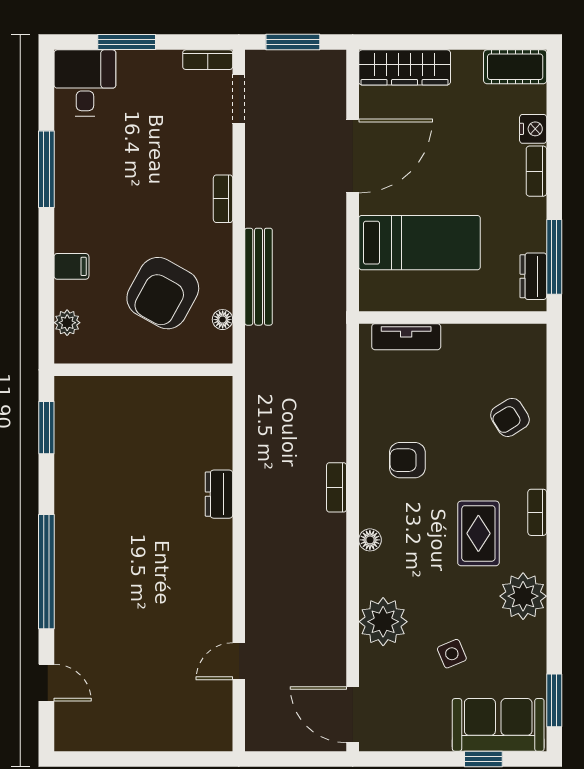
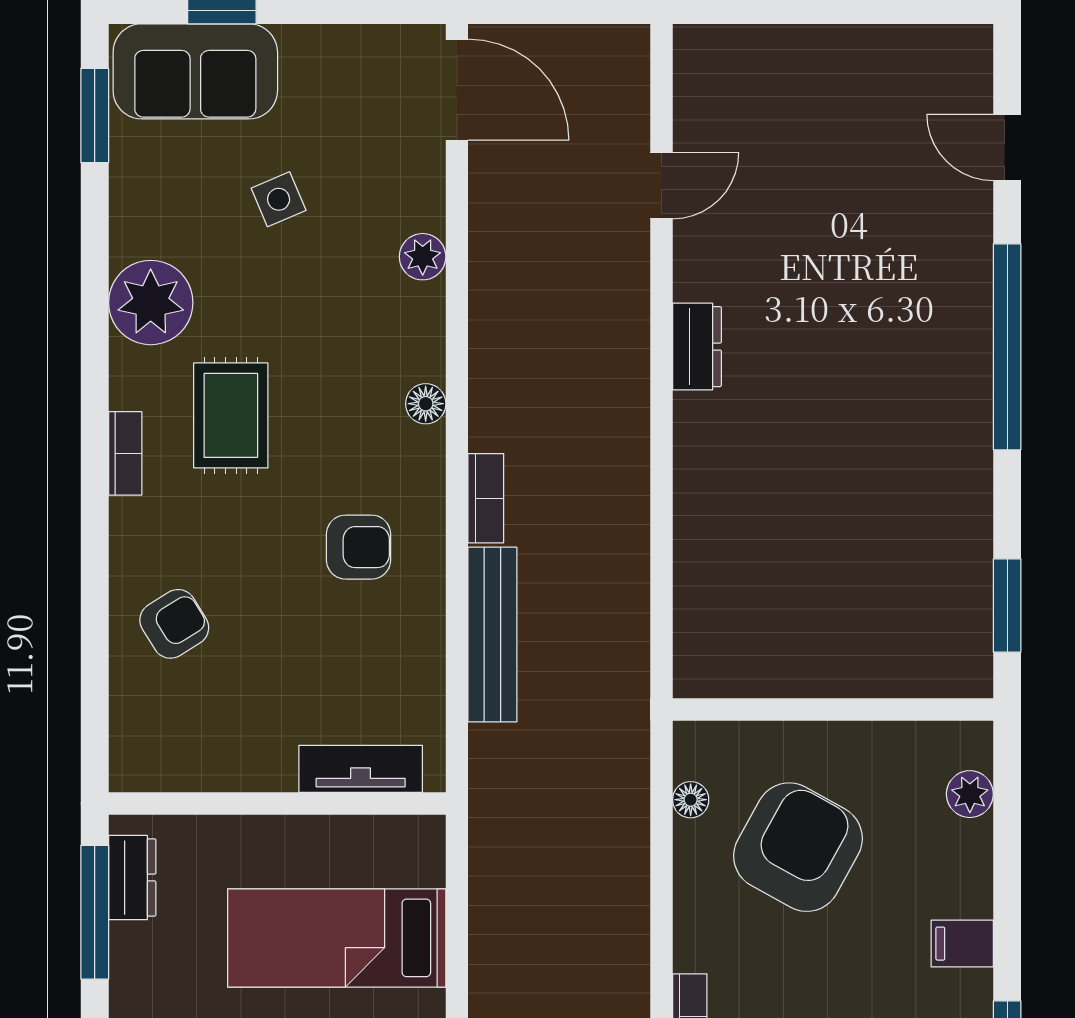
filing cabinet: (71, 266) -> (962, 944), moved
bench: (259, 277) -> (492, 635), moved
dresser: (219, 494) -> (697, 347), moved
plant: (383, 622) -> (423, 257), width x0.53, depth x0.53

